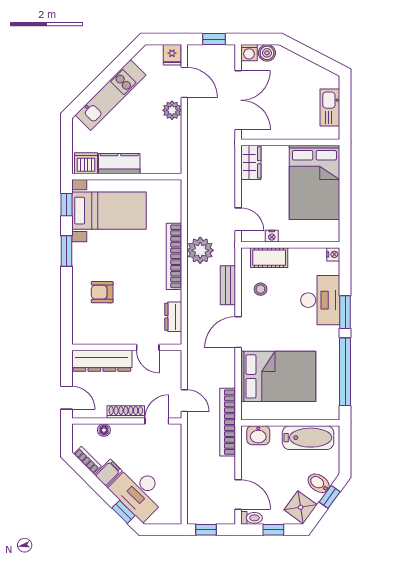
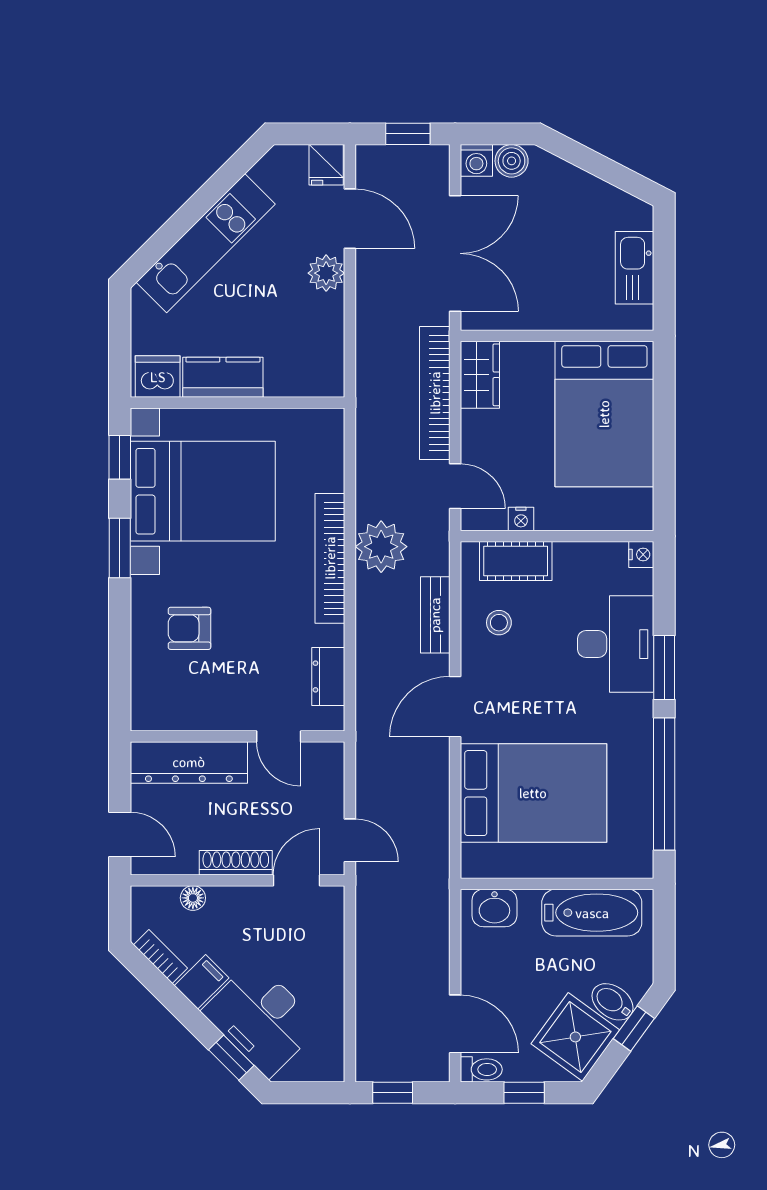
bed with nightstands: (109, 211) -> (203, 491), width x1.36
bookcase: (228, 422) -> (435, 393), moved
shower: (301, 507) -> (575, 1037), width x1.36, depth x1.36

